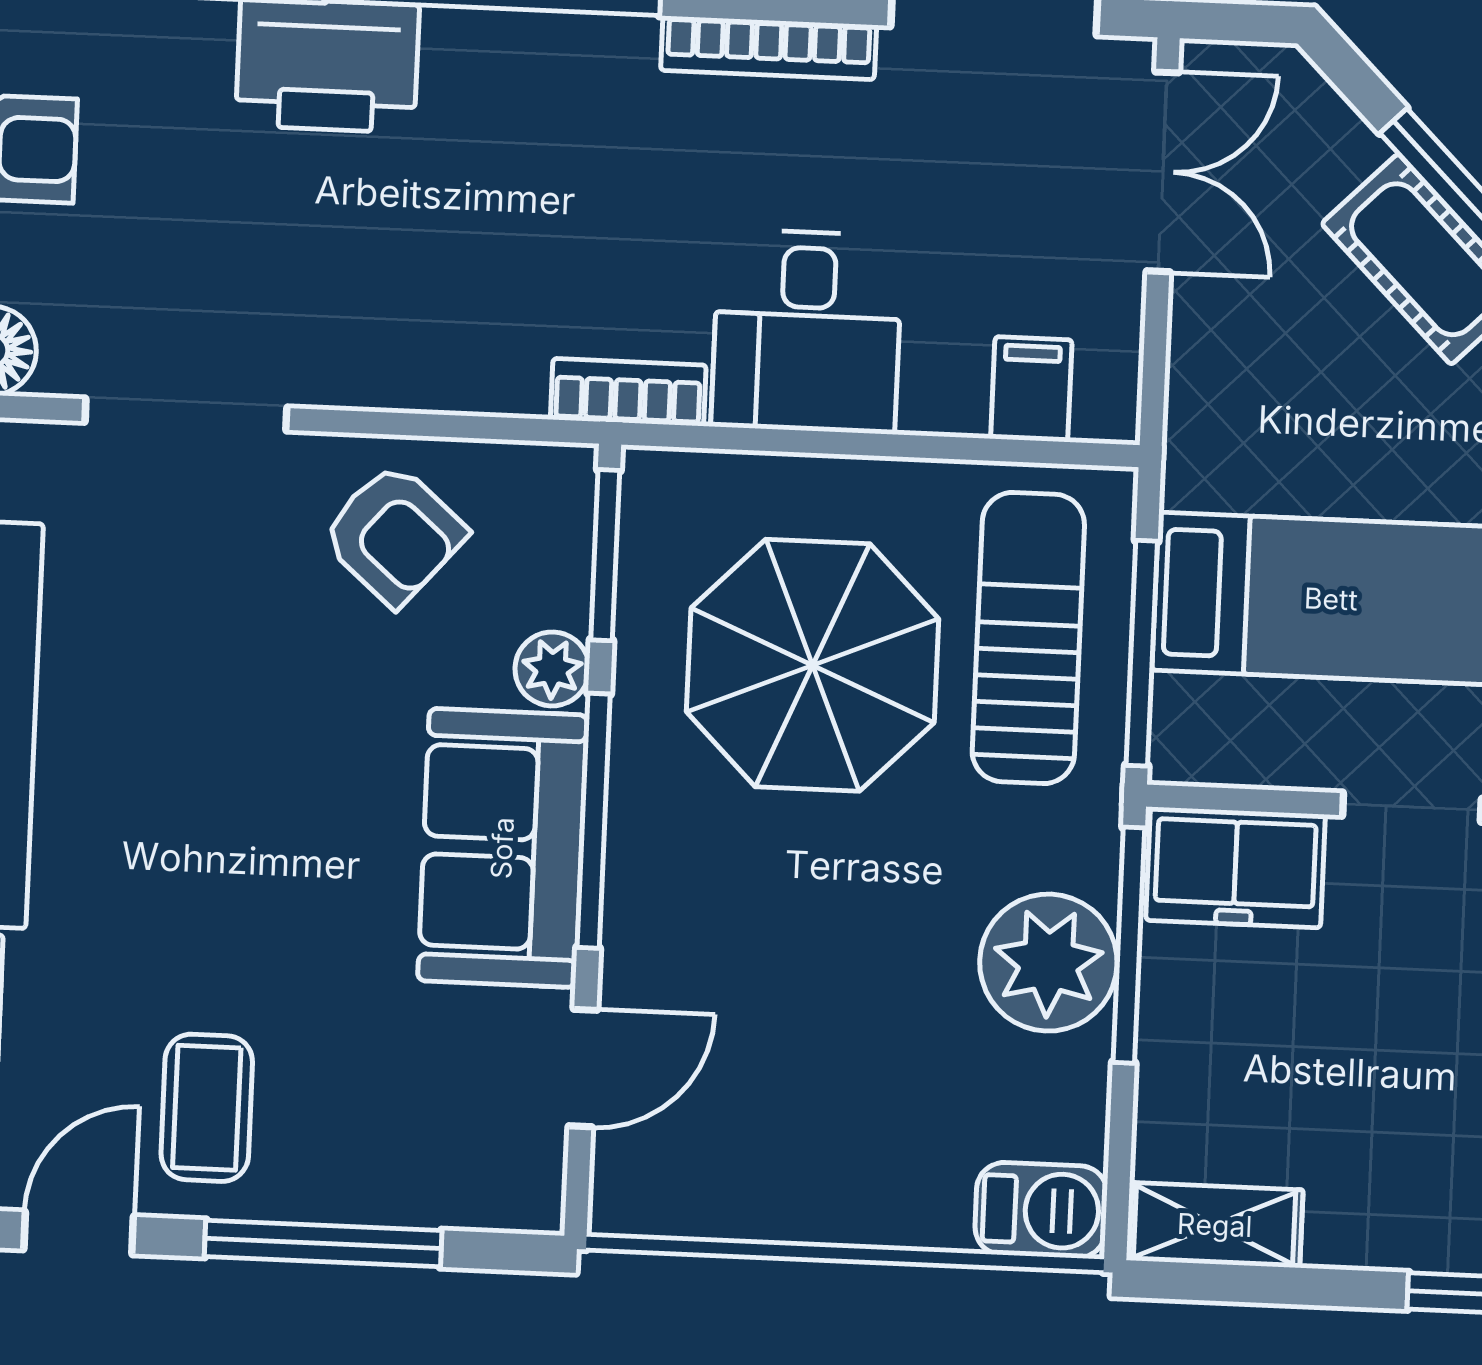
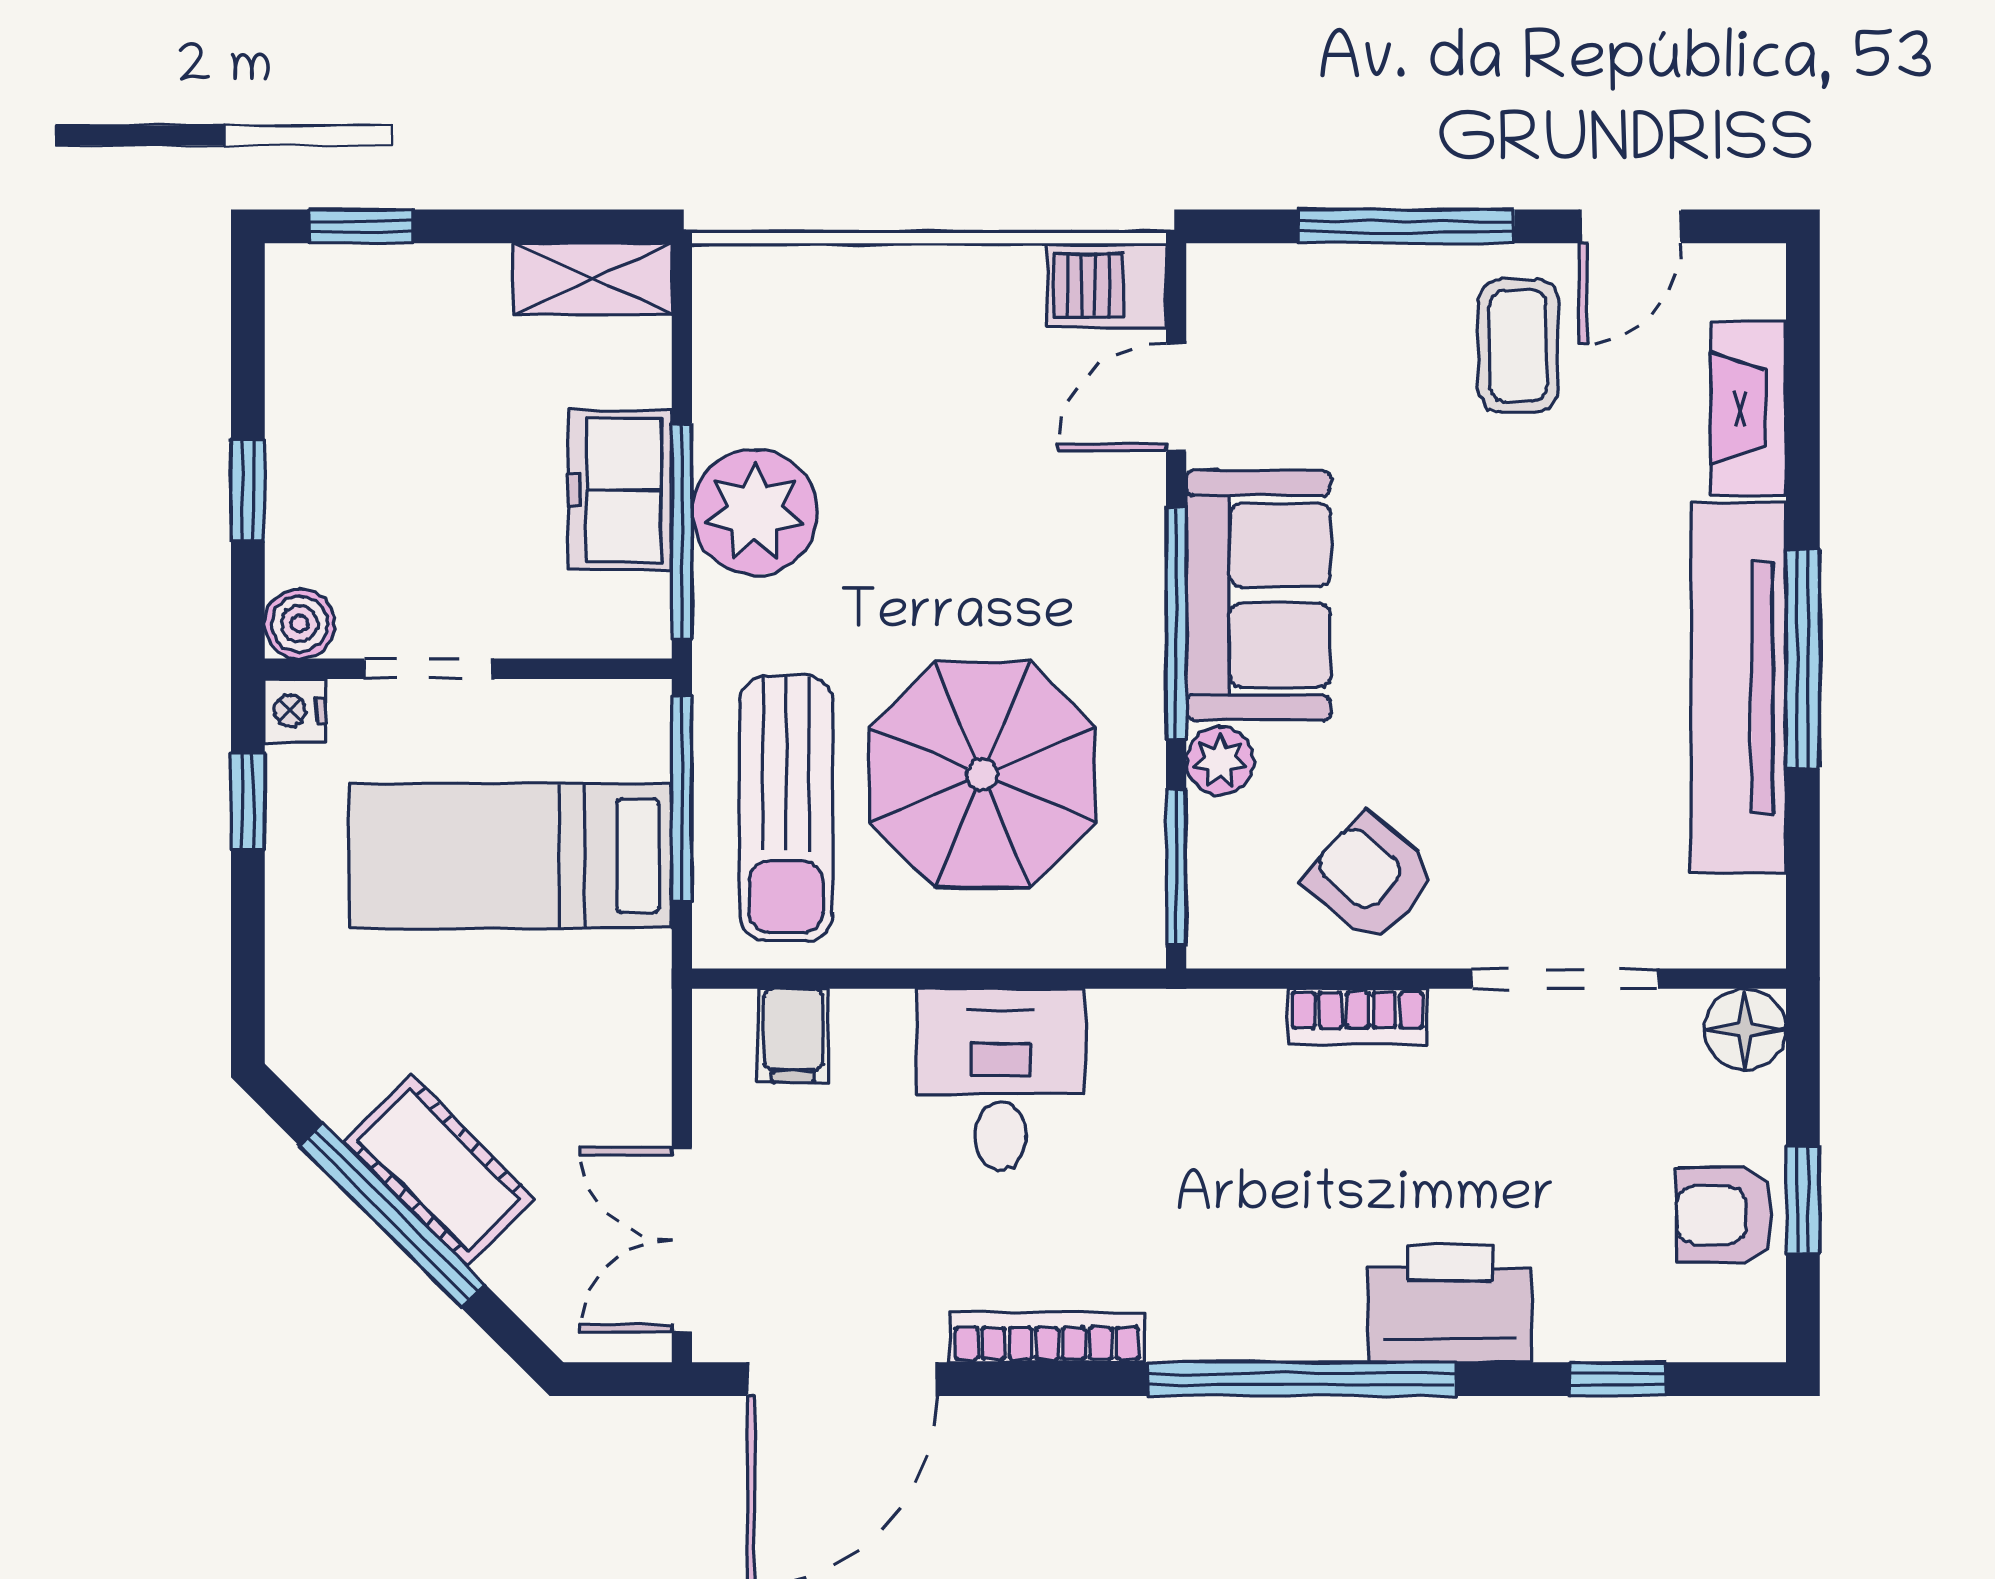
bookcase: (628, 392) -> (1357, 1017), moved
freezer: (1236, 867) -> (620, 490), moved, turned -90
barbecue: (1041, 1210) -> (1106, 285), moved

